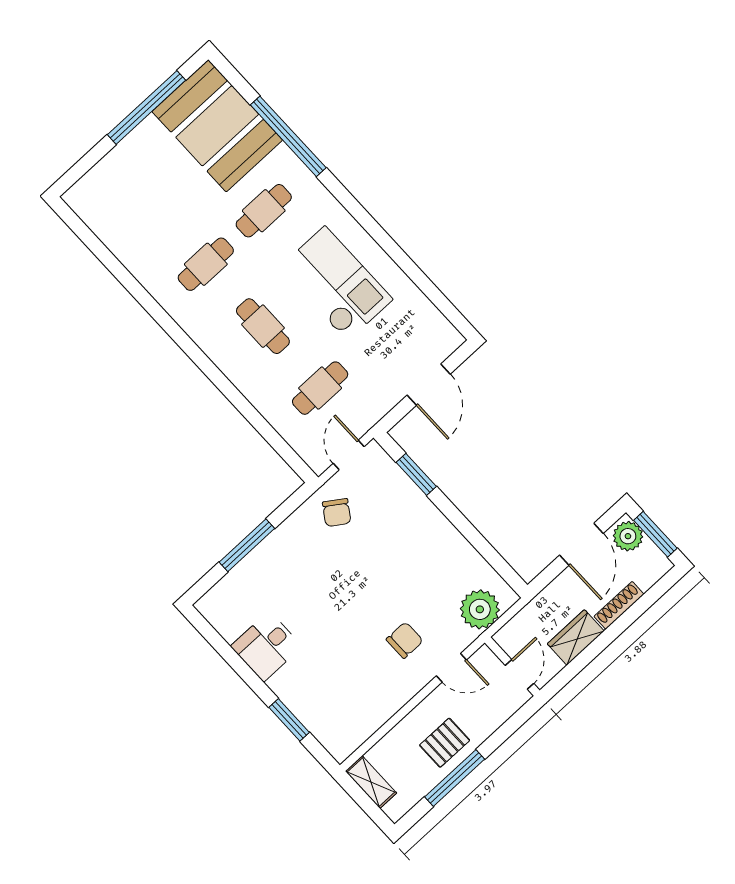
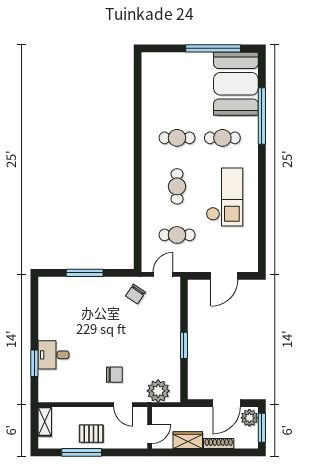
window: (416, 474) -> (184, 345), moved
desk: (266, 646) -> (53, 355), moved

